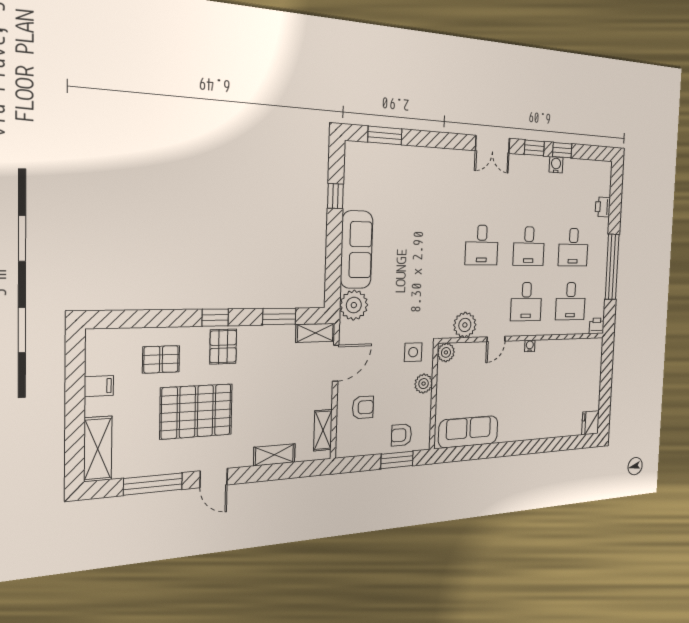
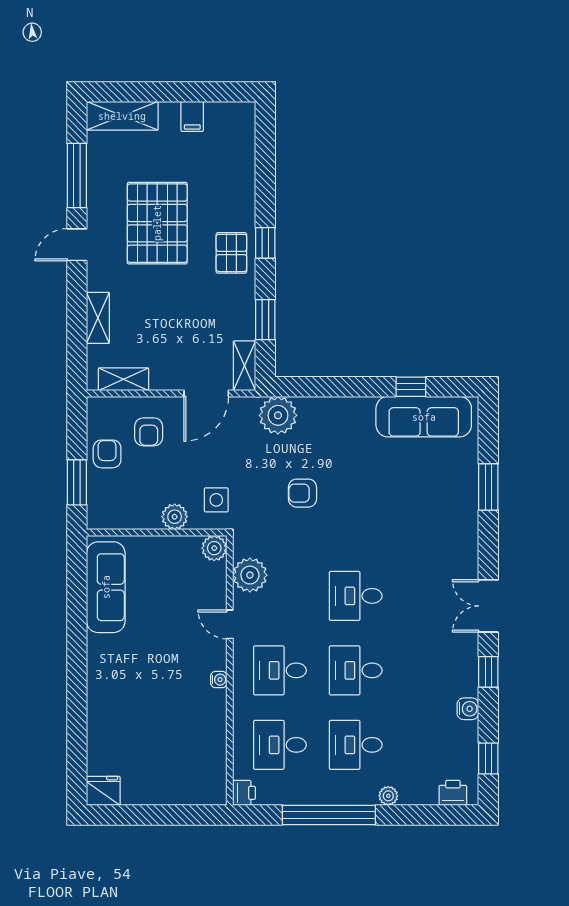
window: (385, 135) -> (488, 487), moved
window: (562, 150) -> (488, 758), moved
printer: (603, 207) -> (453, 793), moved
plant: (604, 225) -> (388, 796), added
sofa: (357, 250) -> (424, 417), moved
armchair: (411, 285) -> (302, 493), added
pallet: (223, 347) -> (231, 253), turned 90
pallet: (161, 359) -> (219, 183), removed
door: (336, 363) -> (206, 393), hinge flipped
armchair: (401, 435) -> (107, 454), moved

